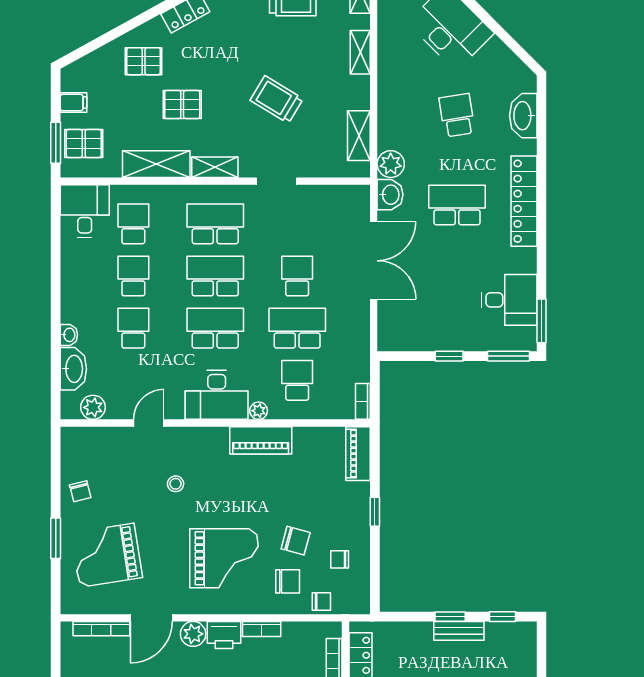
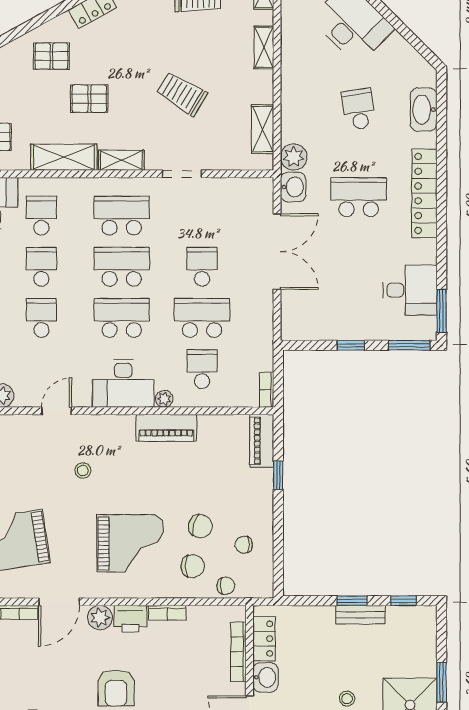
window: (375, 512) -> (278, 475), moved

